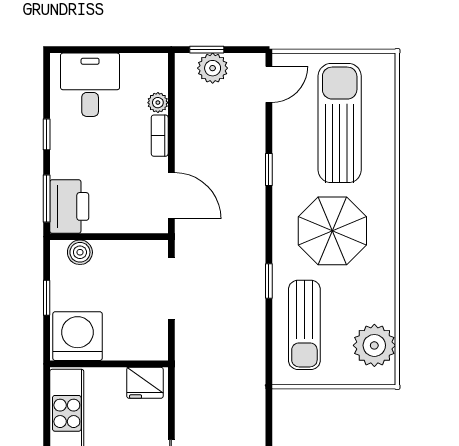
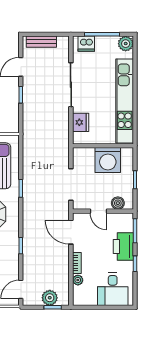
printer: (69, 206) -> (123, 246), moved
door: (118, 237) -> (98, 211), added
washing machine: (77, 336) -> (108, 160), moved
fridge: (145, 383) -> (81, 122), moved, turned 90

